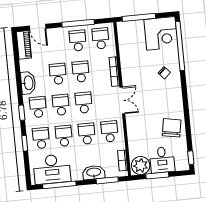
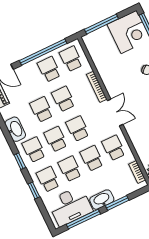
window: (78, 23) -> (43, 52), width x1.46
washbasin: (94, 173) -> (102, 200), moved
window: (107, 180) -> (117, 203), moved

